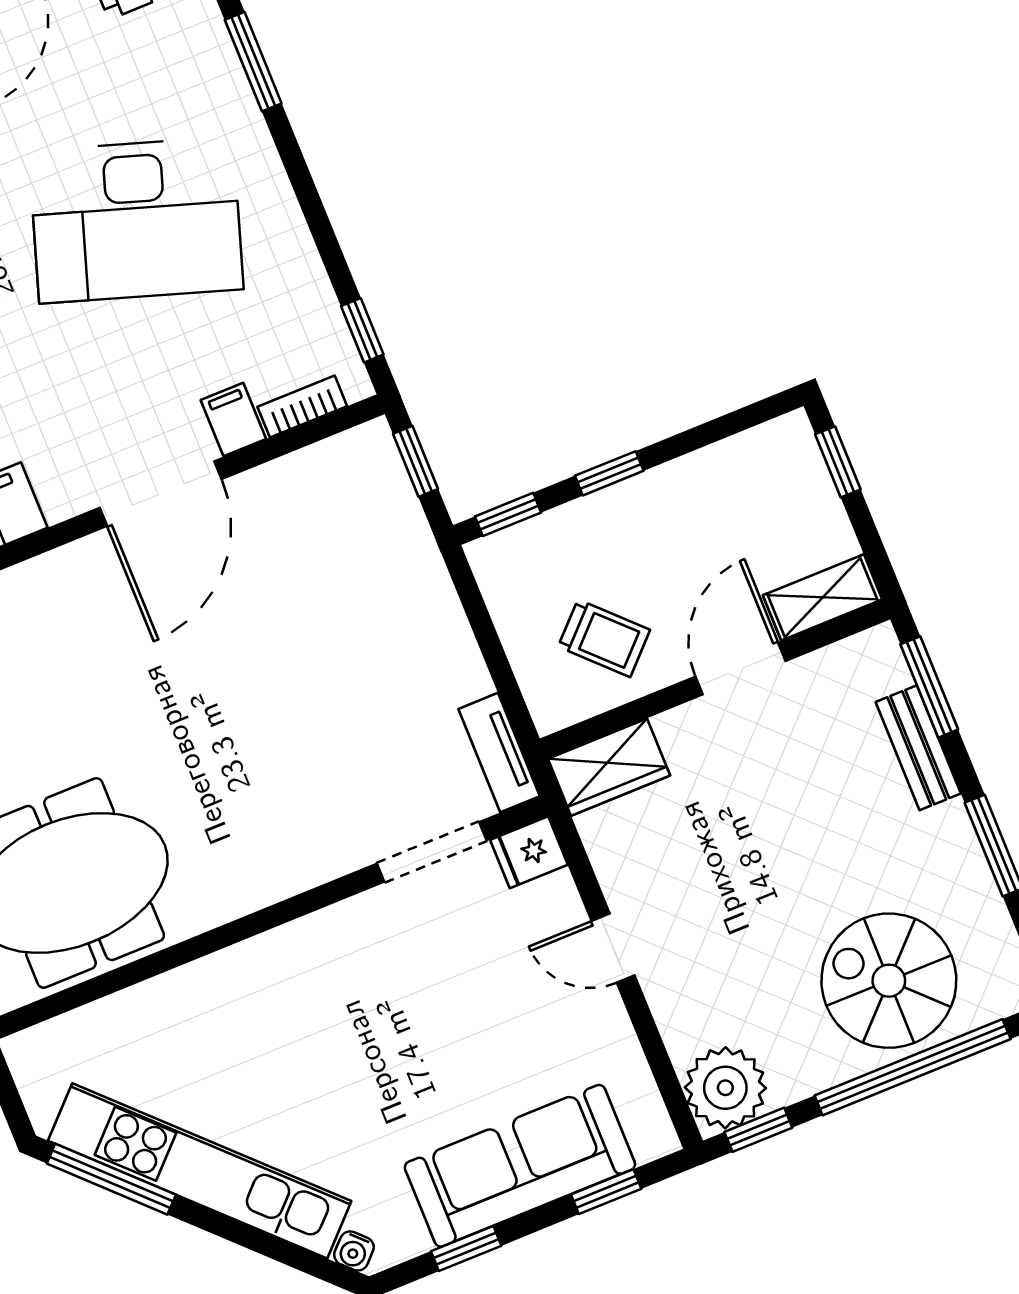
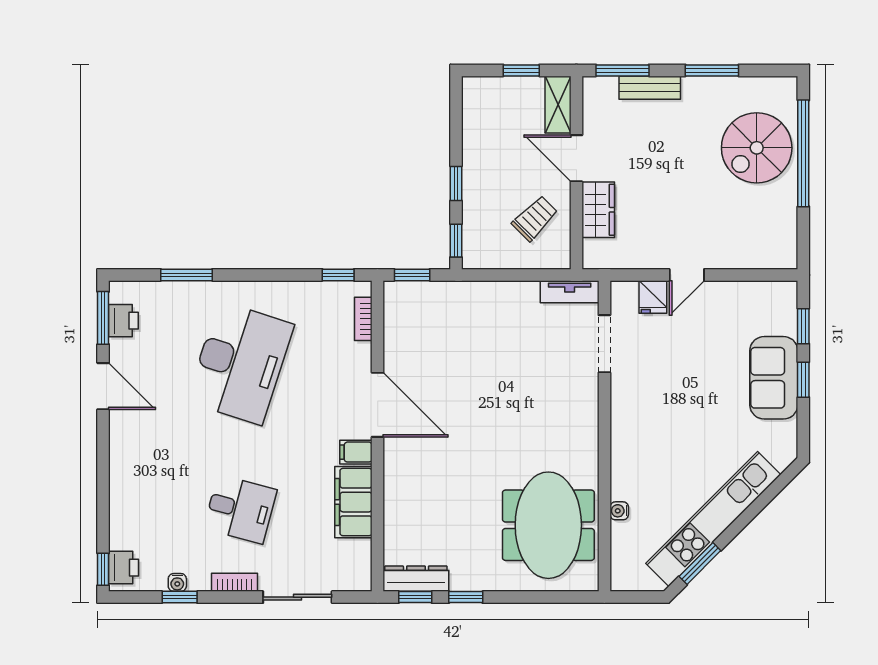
filing cabinet: (233, 419) -> (356, 452), moved
window: (838, 462) -> (521, 70), moved
wardrobe: (609, 767) -> (598, 210), moved
fridge: (529, 852) -> (653, 297), moved
plant: (725, 1088) -> (776, 248), removed
window: (758, 1130) -> (803, 240), removed
sofa: (520, 1166) -> (774, 378), width x0.73
window: (111, 1179) -> (700, 563), width x0.69
window: (466, 1248) -> (803, 380), moved
water cooler: (354, 1251) -> (619, 511), moved, turned 135

